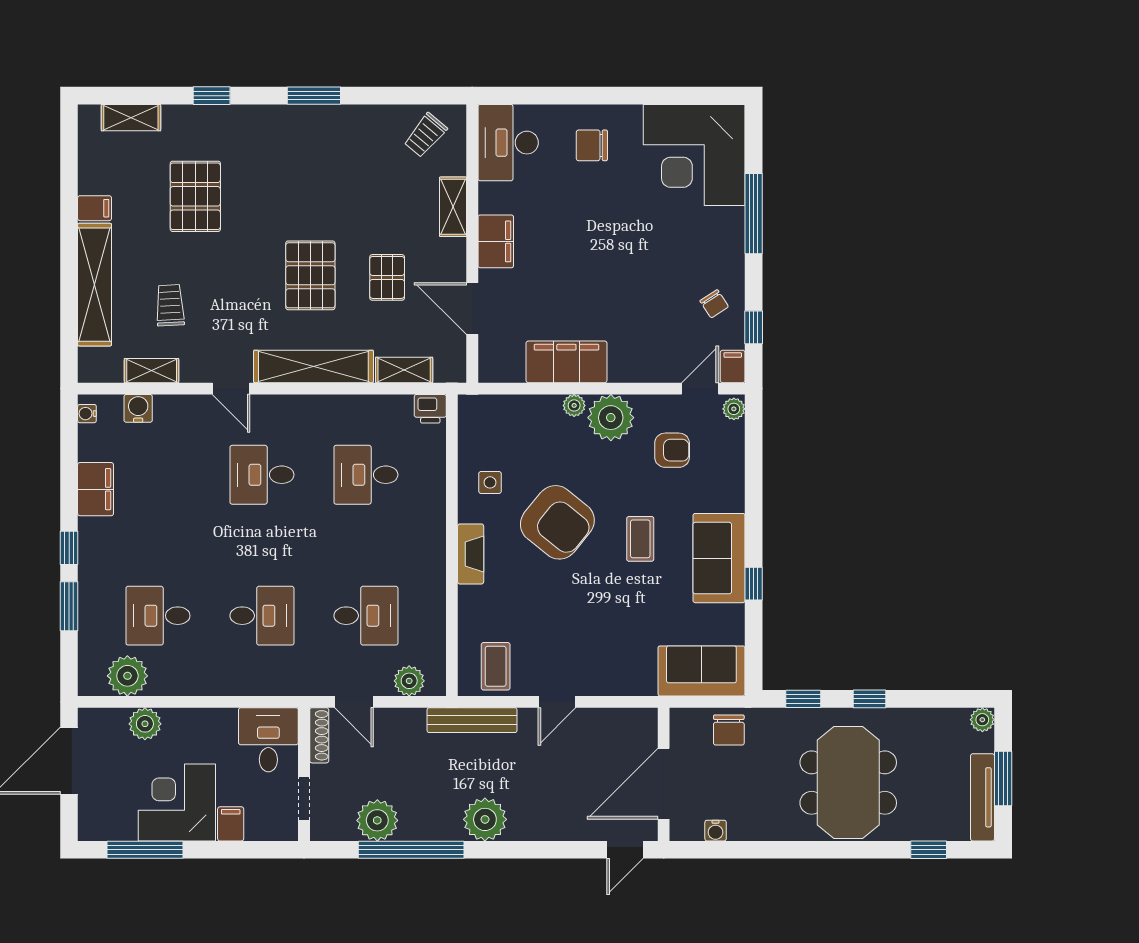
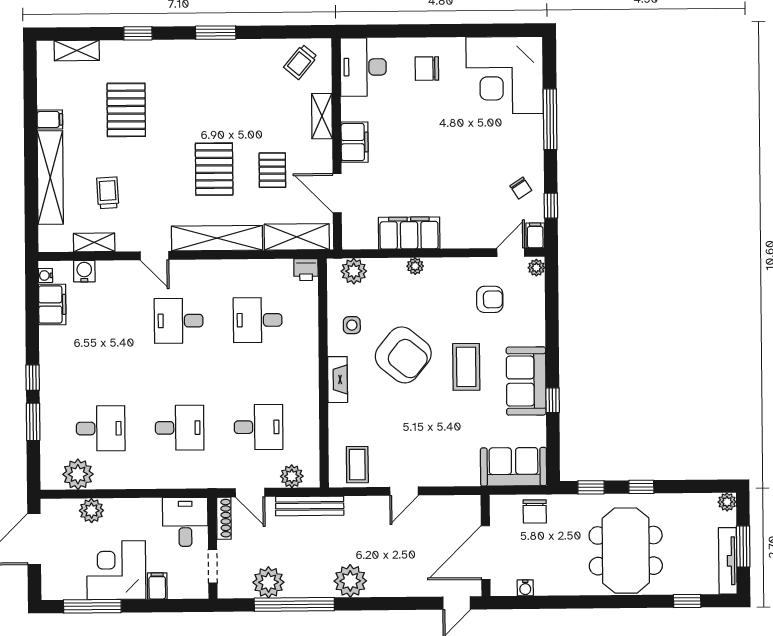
shelving: (404, 370) -> (297, 237), width x1.50, depth x1.33
plant: (611, 418) -> (354, 271), moved, width x0.73, depth x0.73
filing cabinet: (96, 489) -> (52, 304), moved
coffee table: (640, 539) -> (466, 367), width x1.36, depth x1.30
desk: (158, 616) -> (101, 428), turned 180
bench: (472, 720) -> (310, 506), moved

